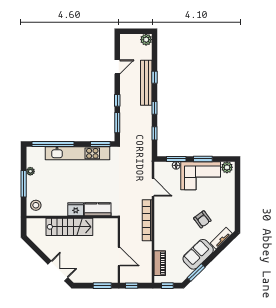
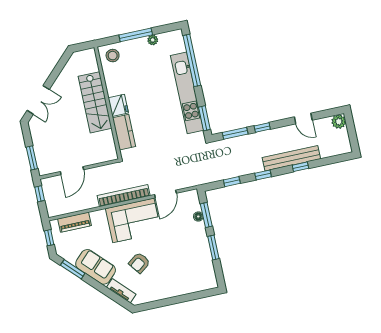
plant: (146, 40) -> (339, 122), moved
plant: (227, 167) -> (209, 279), removed
corner sofa: (201, 176) -> (133, 220), moved, turned -90

